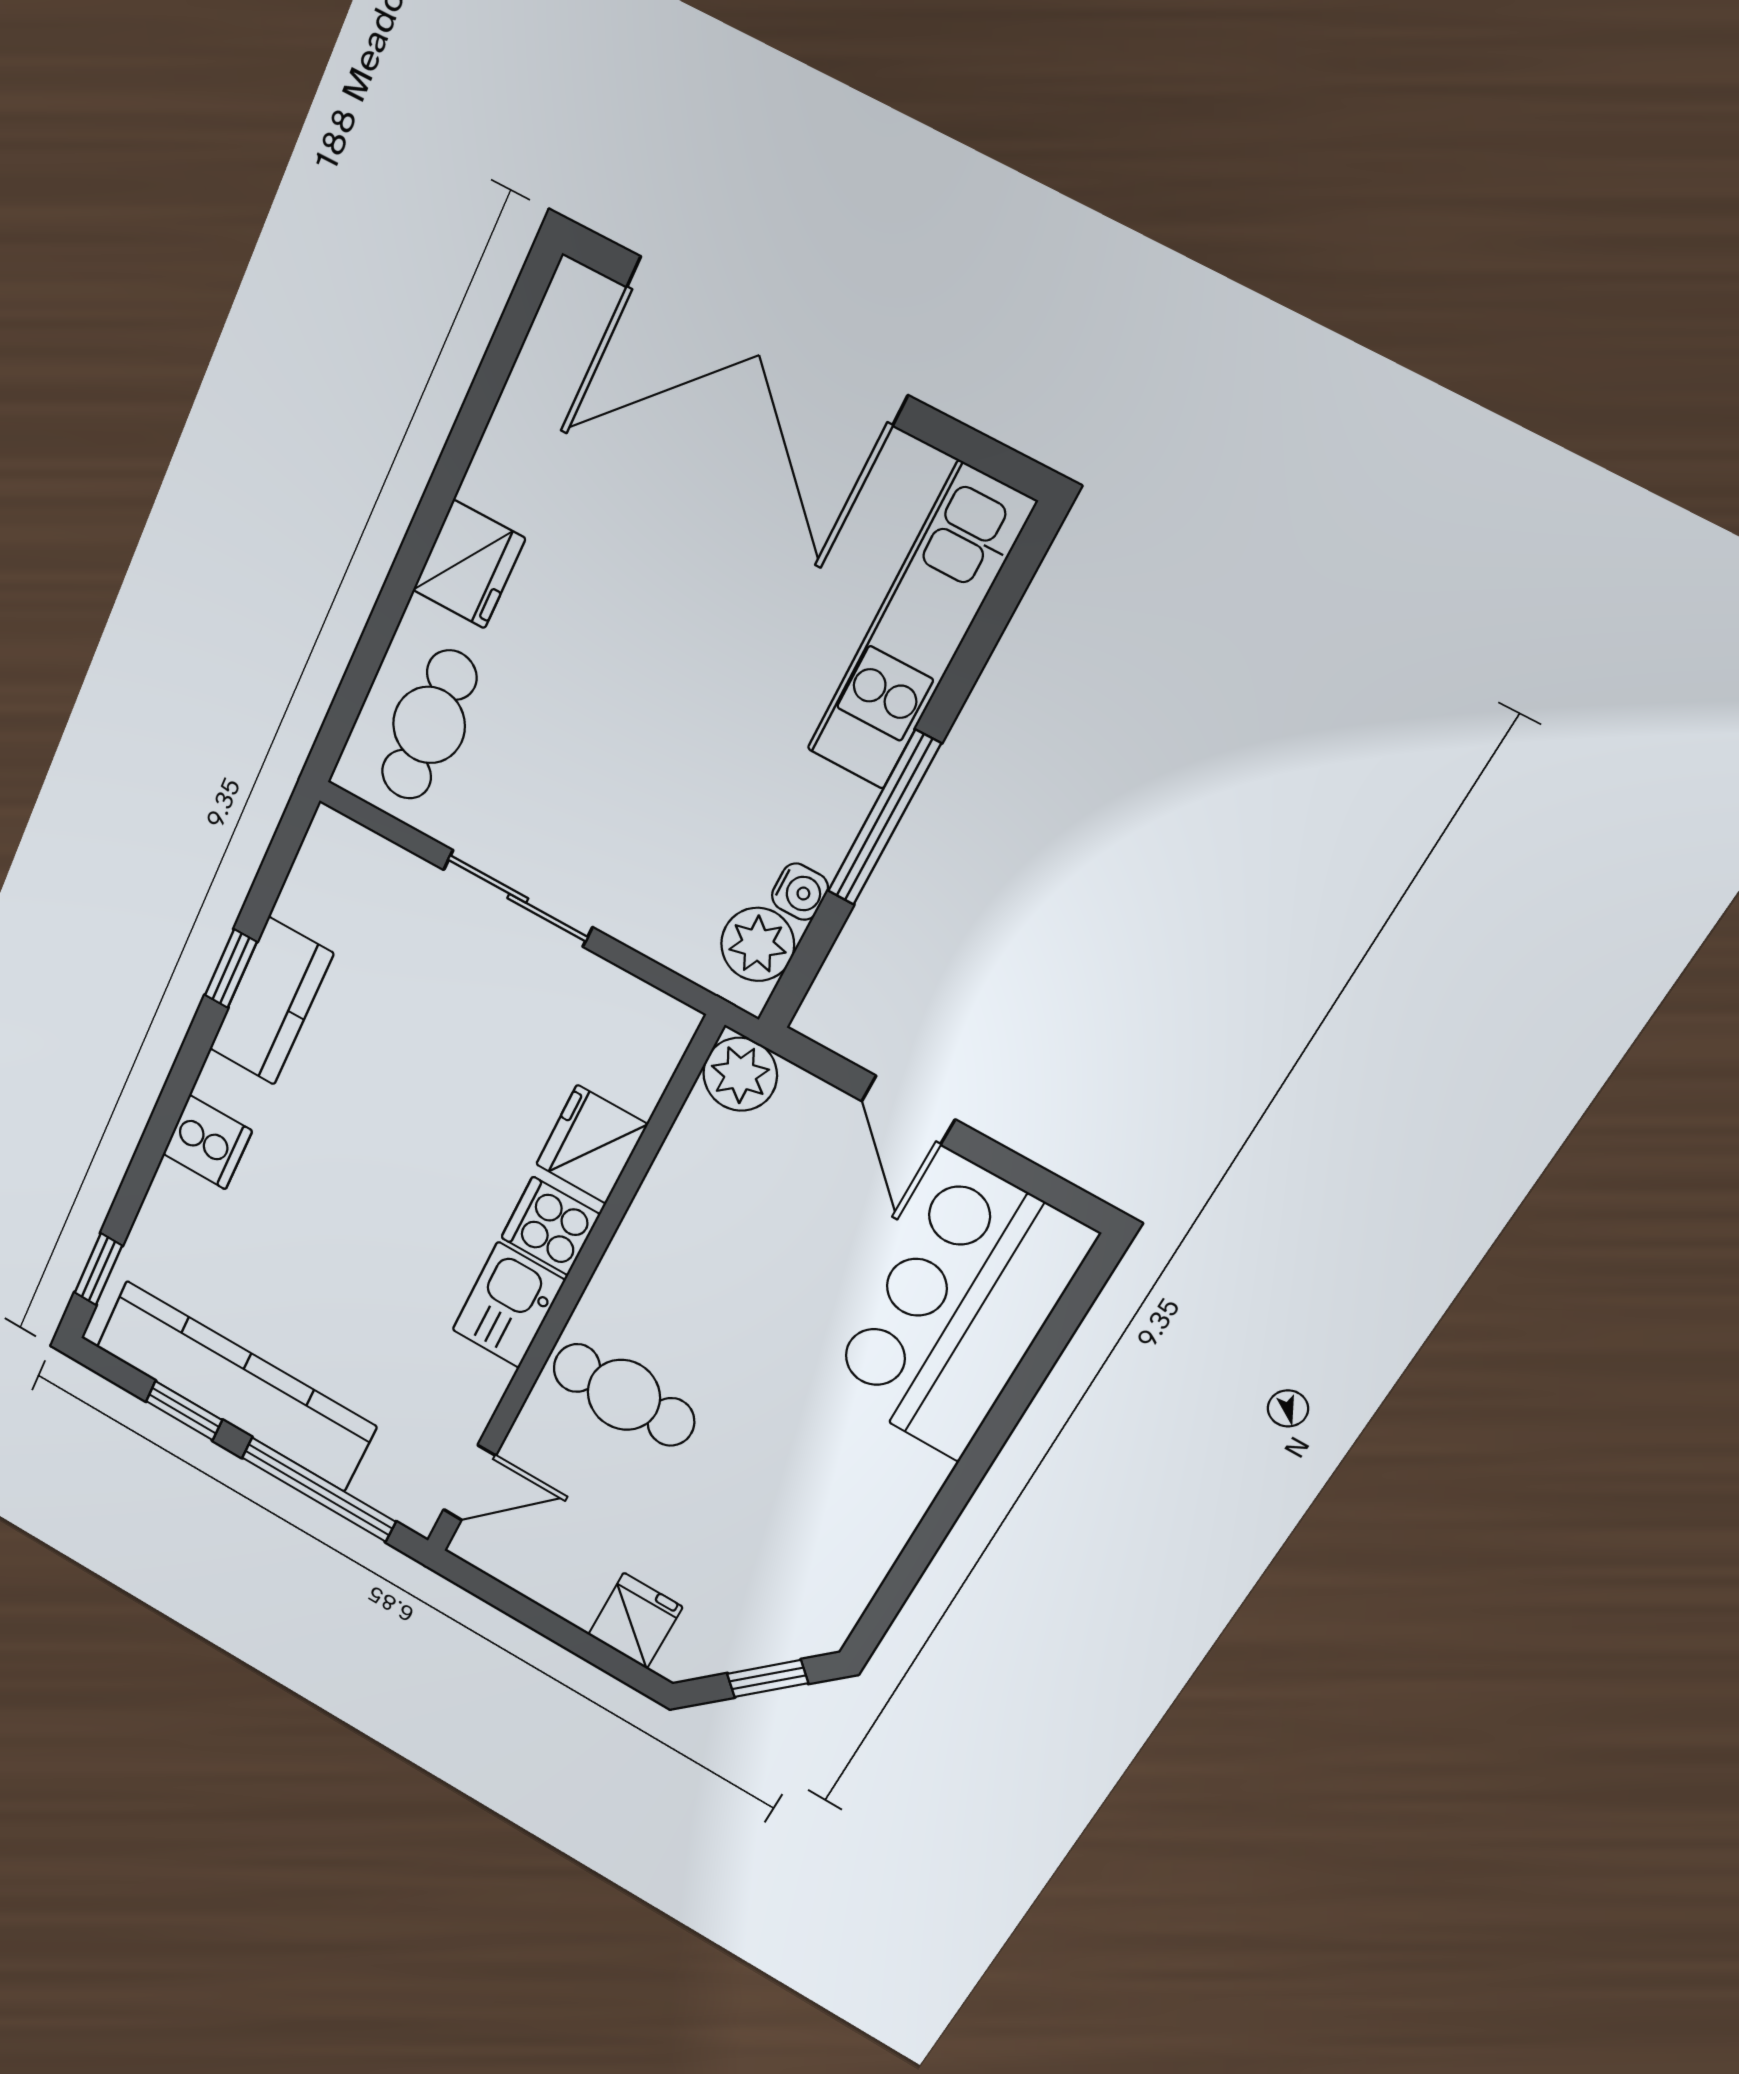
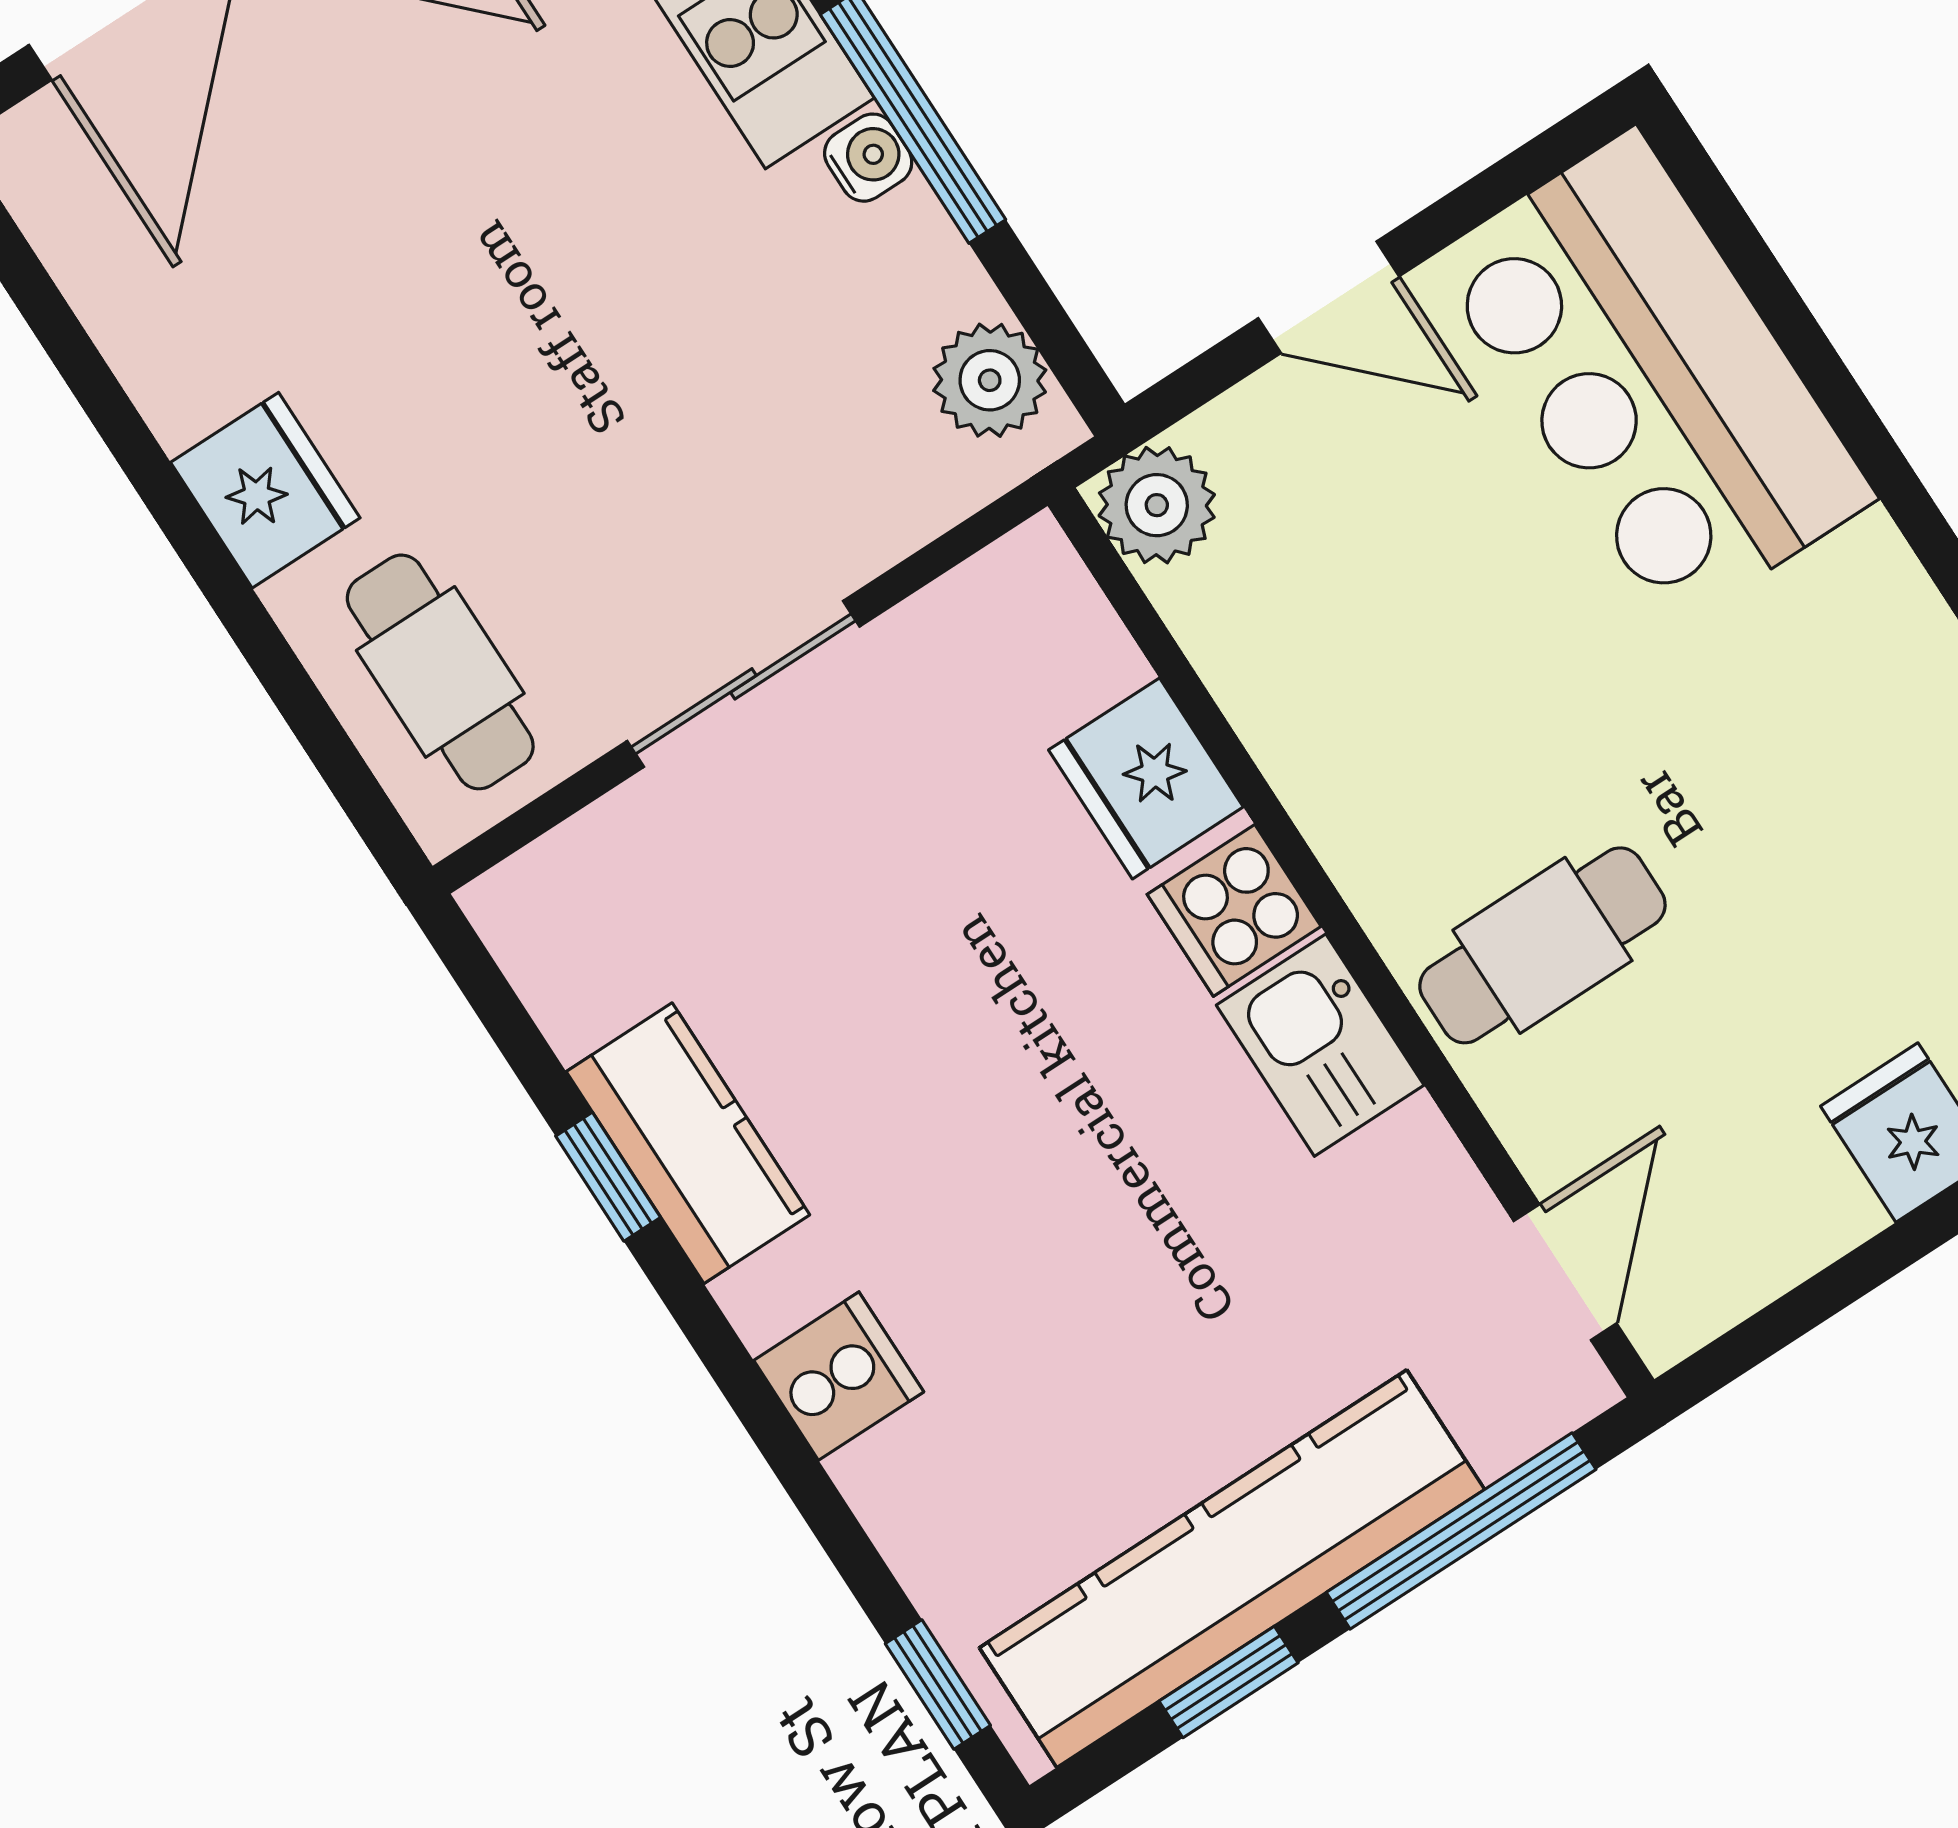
water cooler: (800, 892) -> (868, 158), moved

